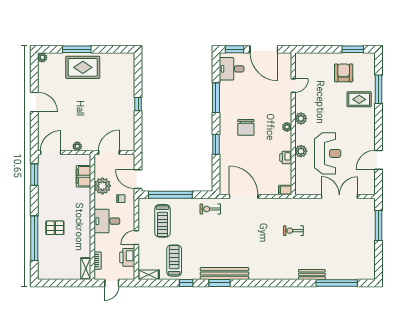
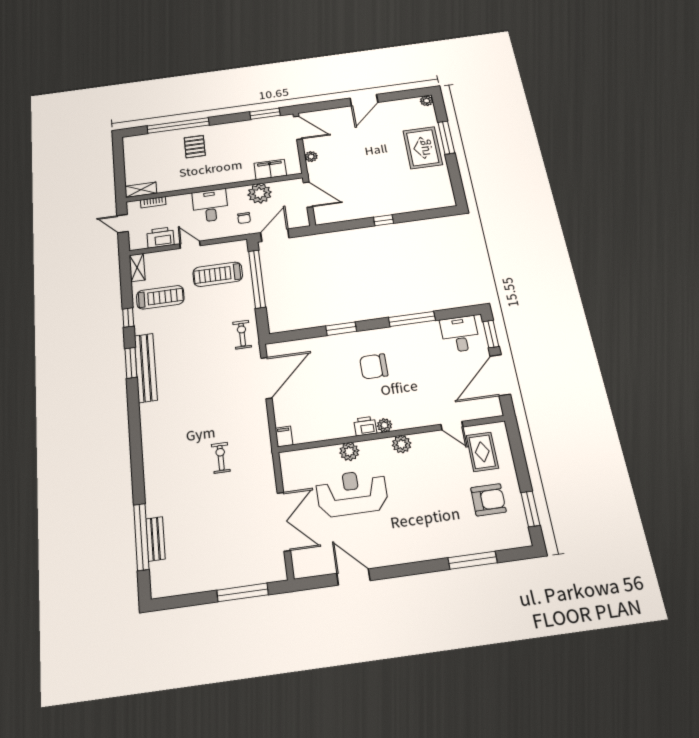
rug: (359, 99) -> (482, 452), moved
reception desk: (328, 153) -> (352, 493), turned 180
printer: (286, 158) -> (365, 426), moved
bench: (312, 274) -> (155, 539), moved

